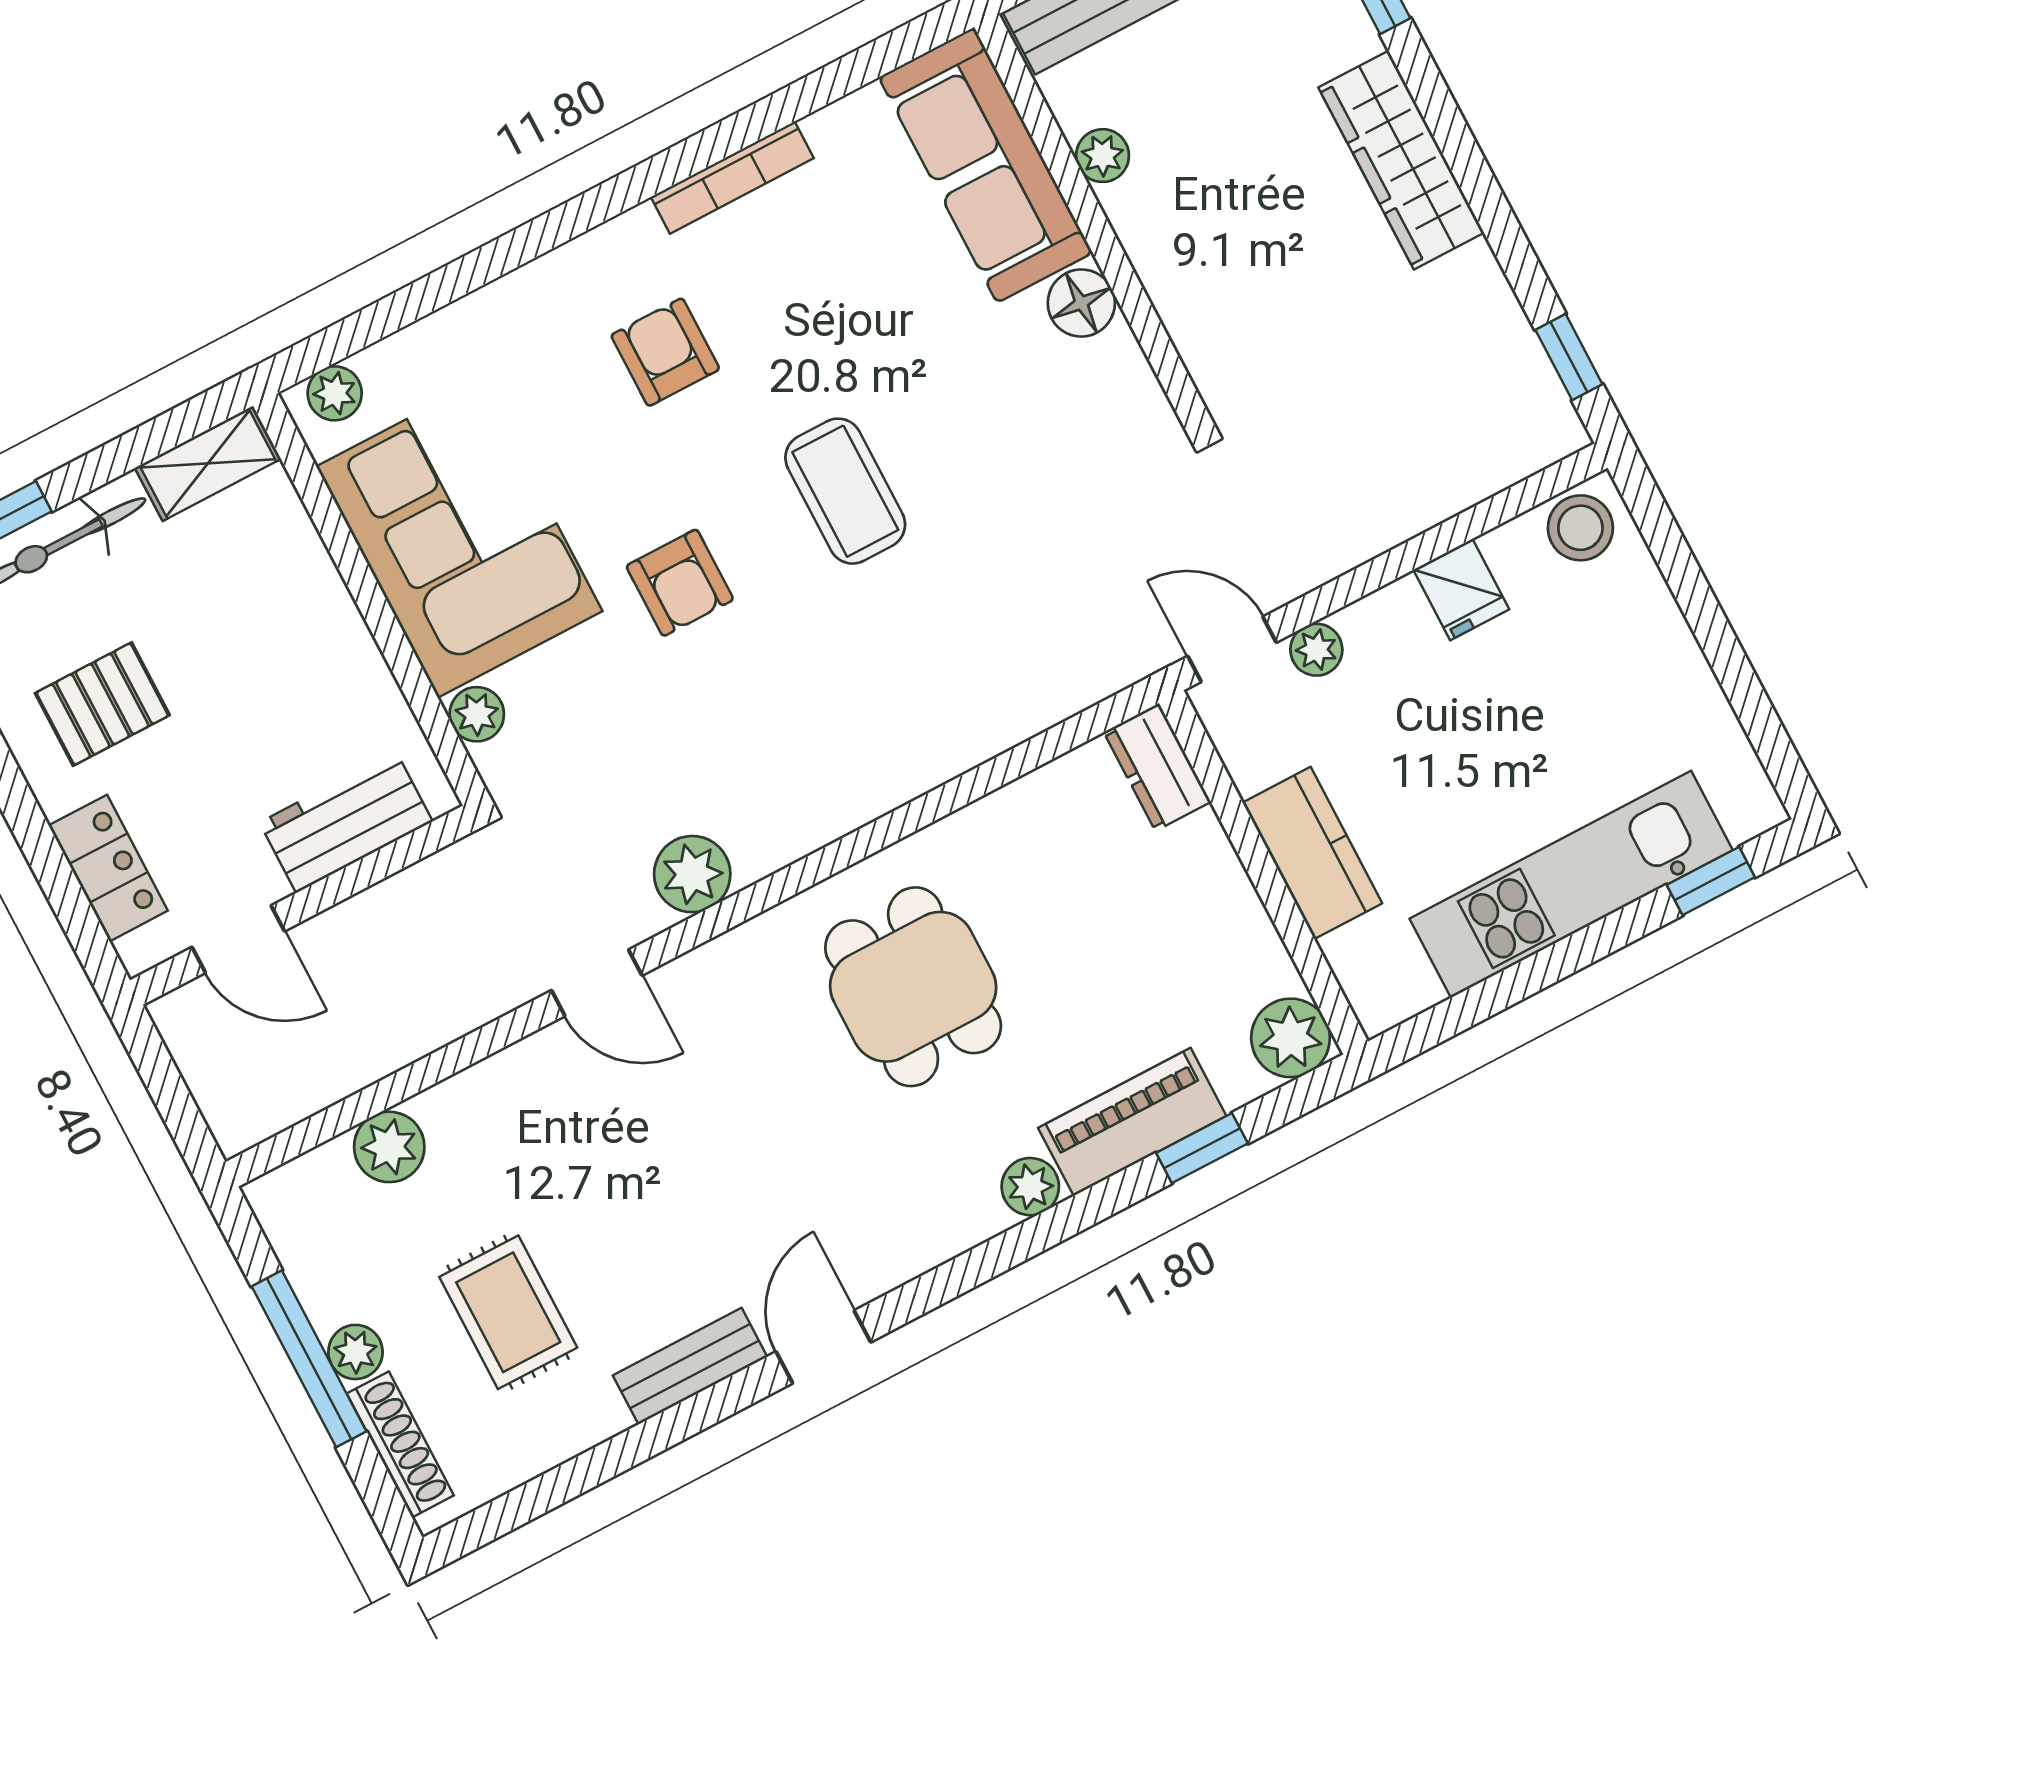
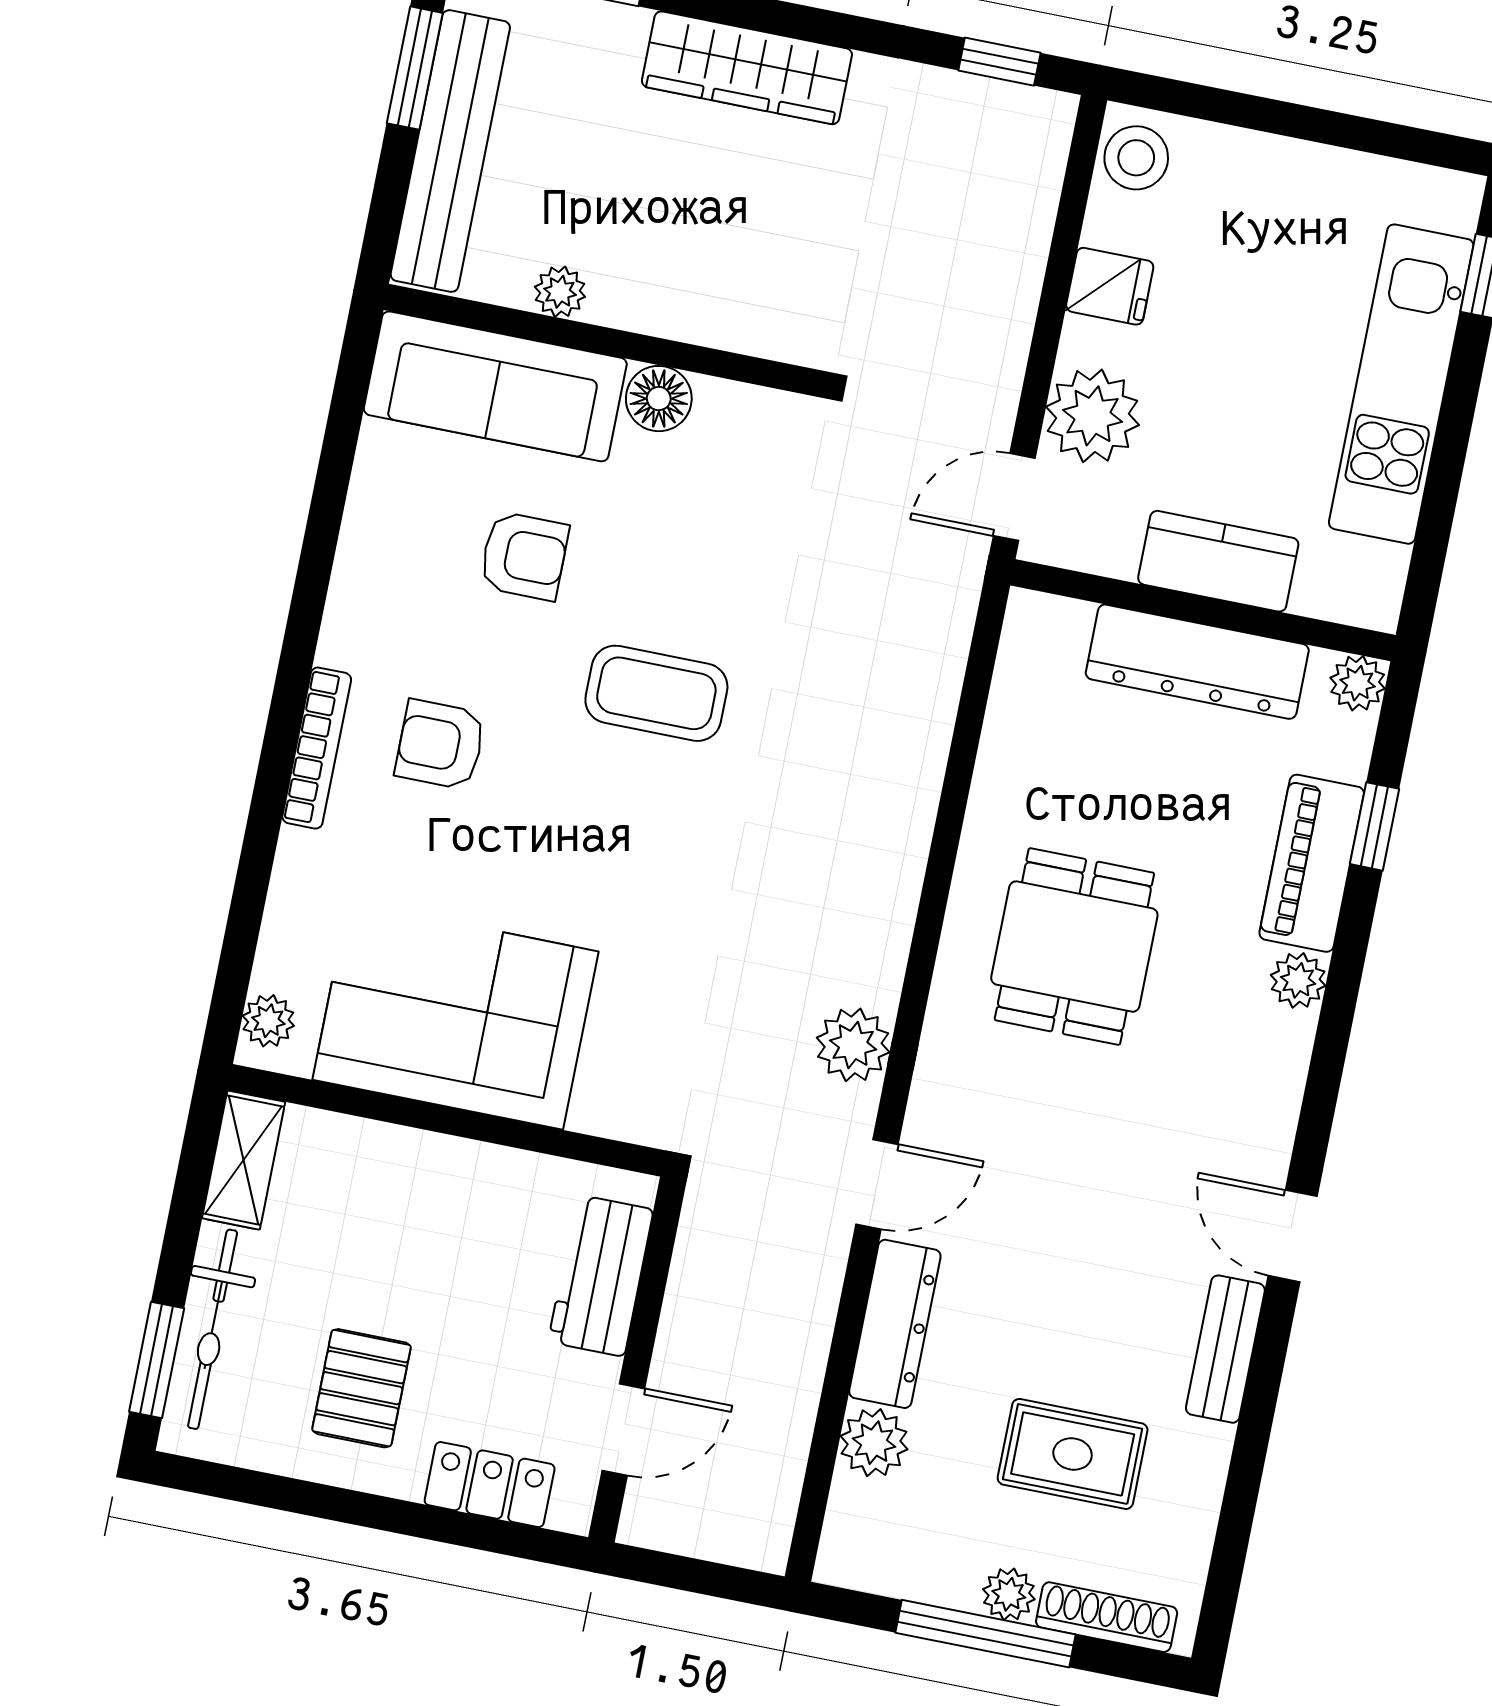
bookcase: (732, 178) -> (317, 748), moved
armchair: (680, 583) -> (524, 556), moved
plant: (1316, 650) -> (1093, 416), width x1.88, depth x1.88
plant: (477, 714) -> (599, 1110), removed
dresser: (1157, 767) -> (1197, 662), moved, width x1.96, depth x1.24
dining table: (913, 987) -> (1074, 947), turned 90
plant: (1291, 1038) -> (1358, 683), width x0.73, depth x0.73
dresser: (497, 1087) -> (895, 1324), added

